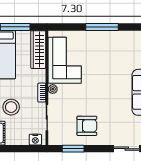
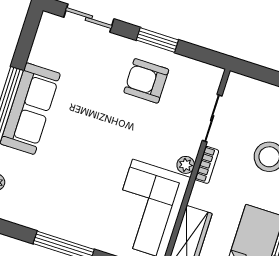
nightstand: (35, 140) -> (245, 86), removed
window: (73, 149) -> (157, 40), moved

